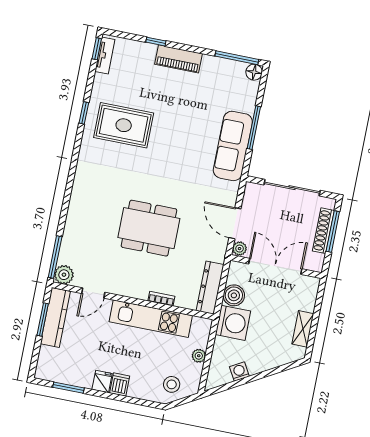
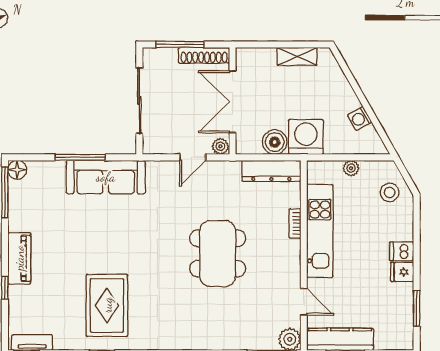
door: (235, 223) -> (193, 157), width x0.73
shoe rack: (323, 231) -> (204, 55), moved

